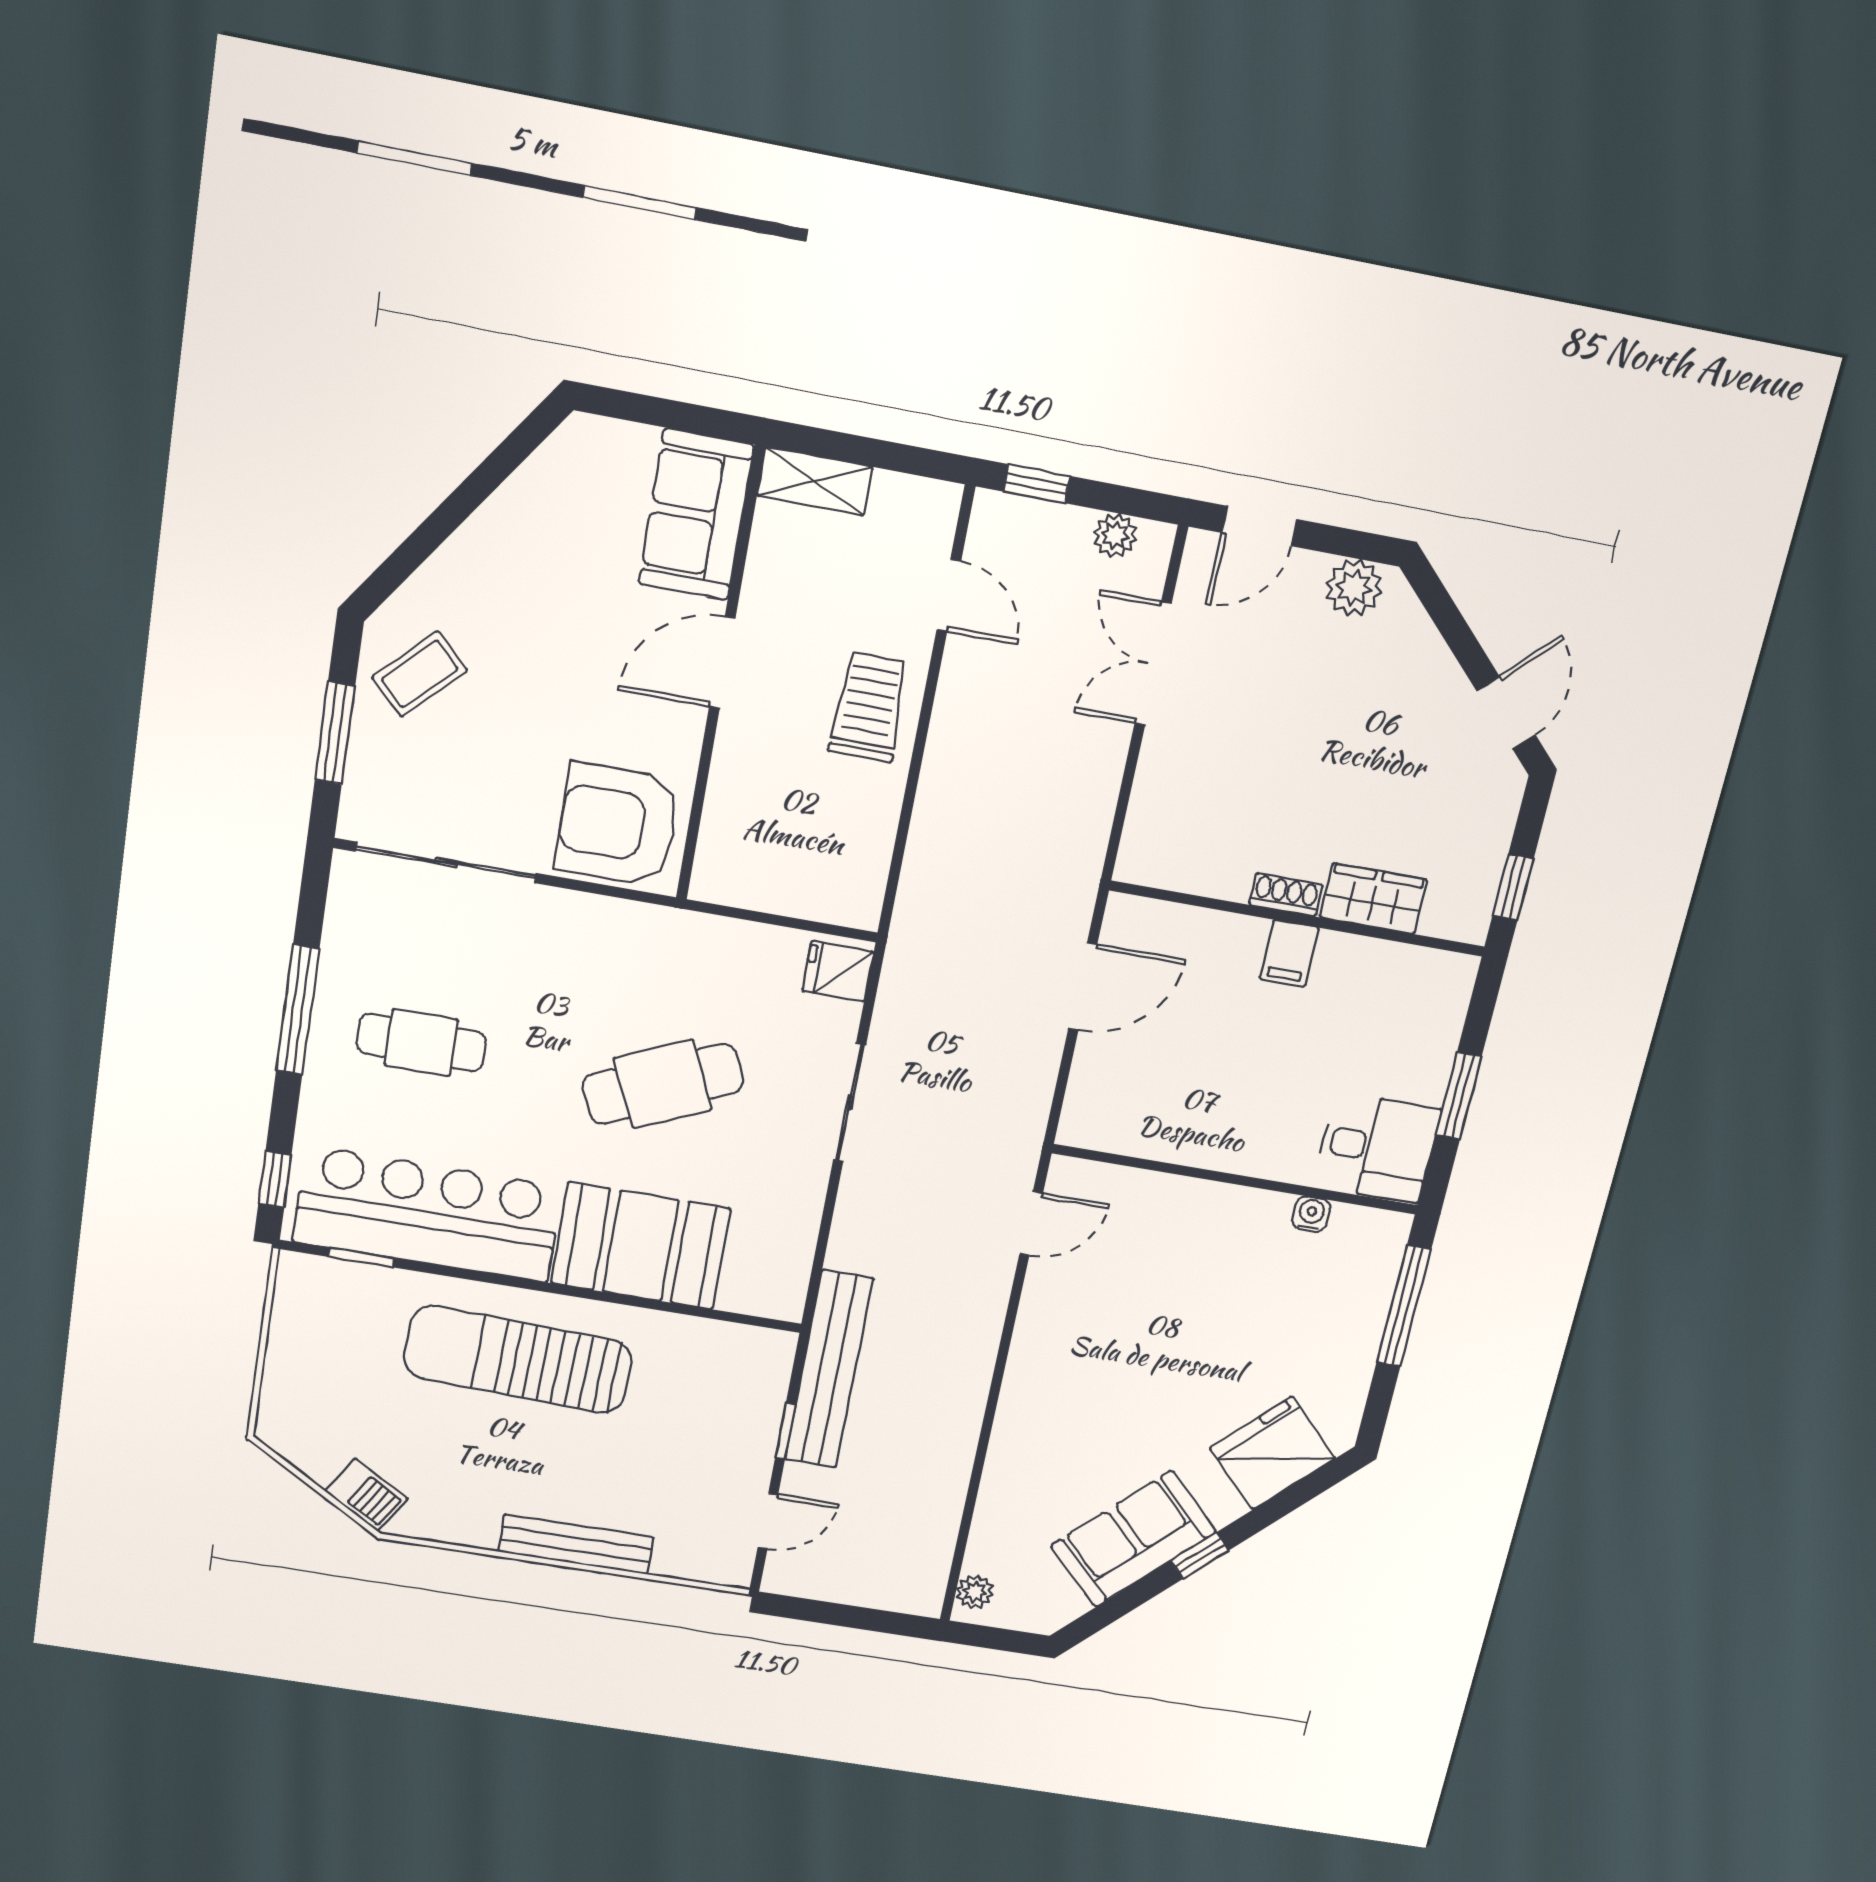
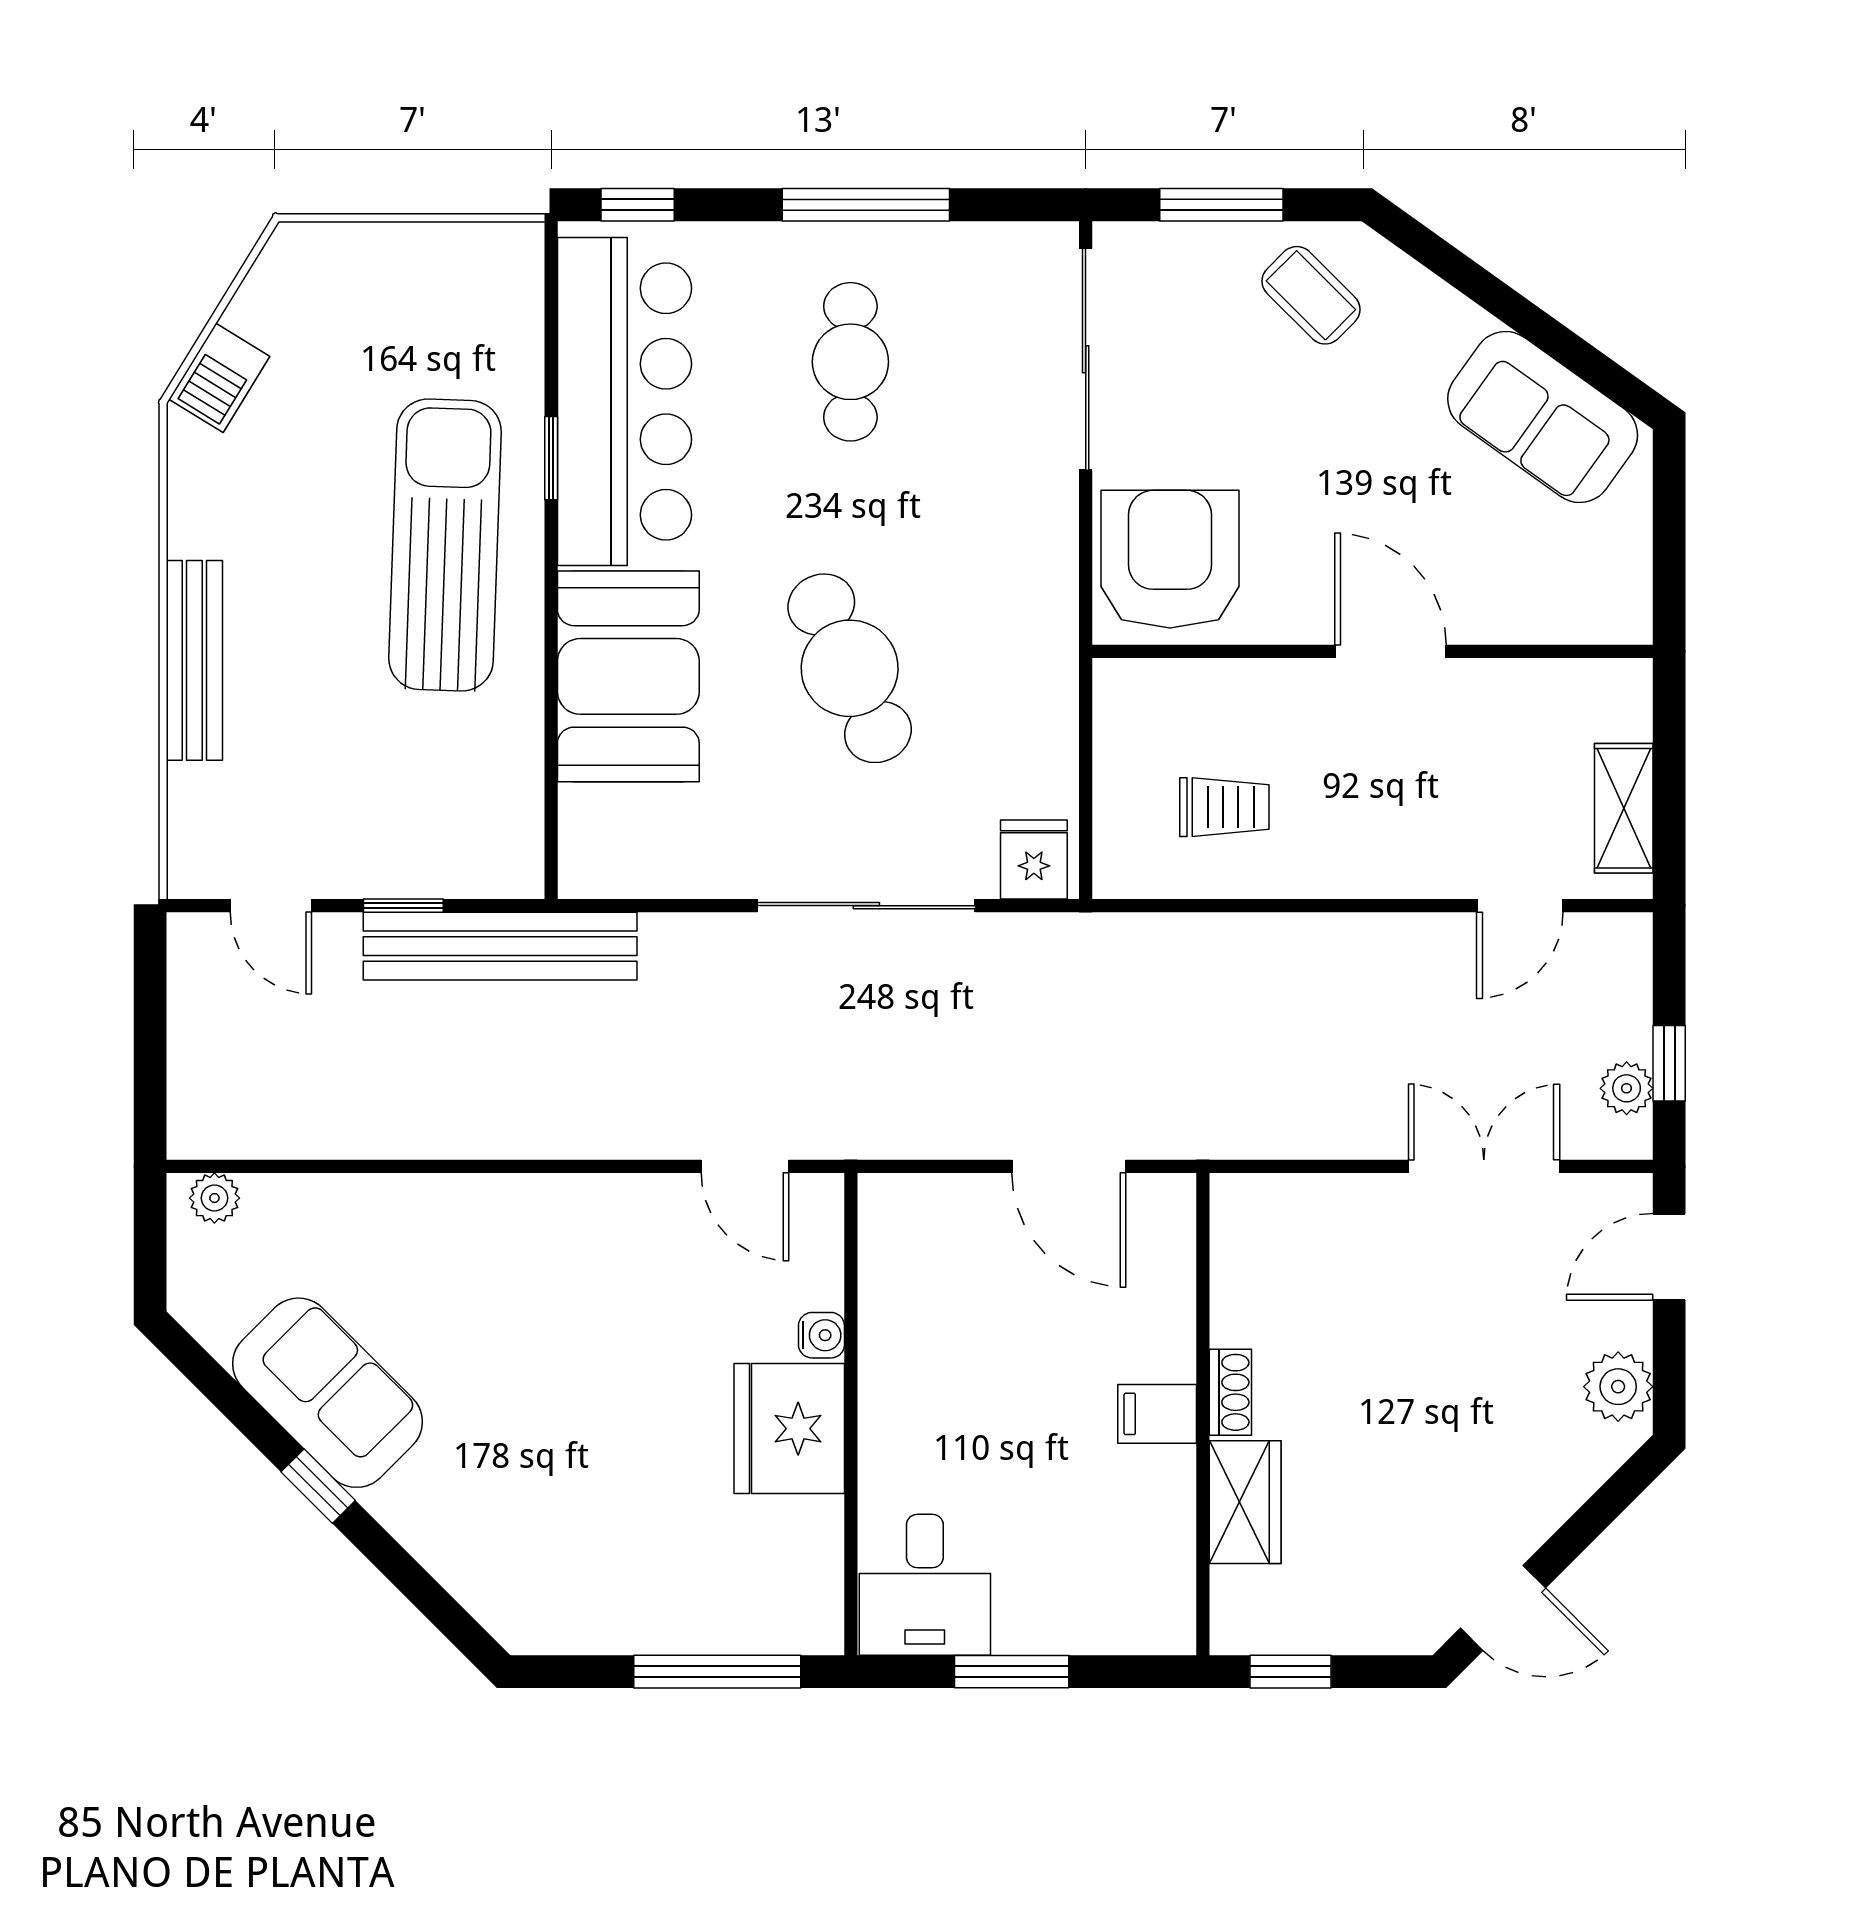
shelving: (815, 481) -> (1624, 808), moved
window: (1037, 484) -> (1669, 1063), moved
sofa: (696, 515) -> (1543, 417), moved, turned -144
door: (1259, 526) -> (1669, 1257), hinge flipped
trolley: (869, 707) -> (1224, 807), moved, width x0.73, depth x0.72
sliding door: (850, 1103) -> (866, 906), width x1.37
water cooler: (1311, 1214) -> (821, 1335), moved
window: (361, 1257) -> (551, 458), moved
fridge: (1272, 1453) -> (789, 1429), moved, turned -135

